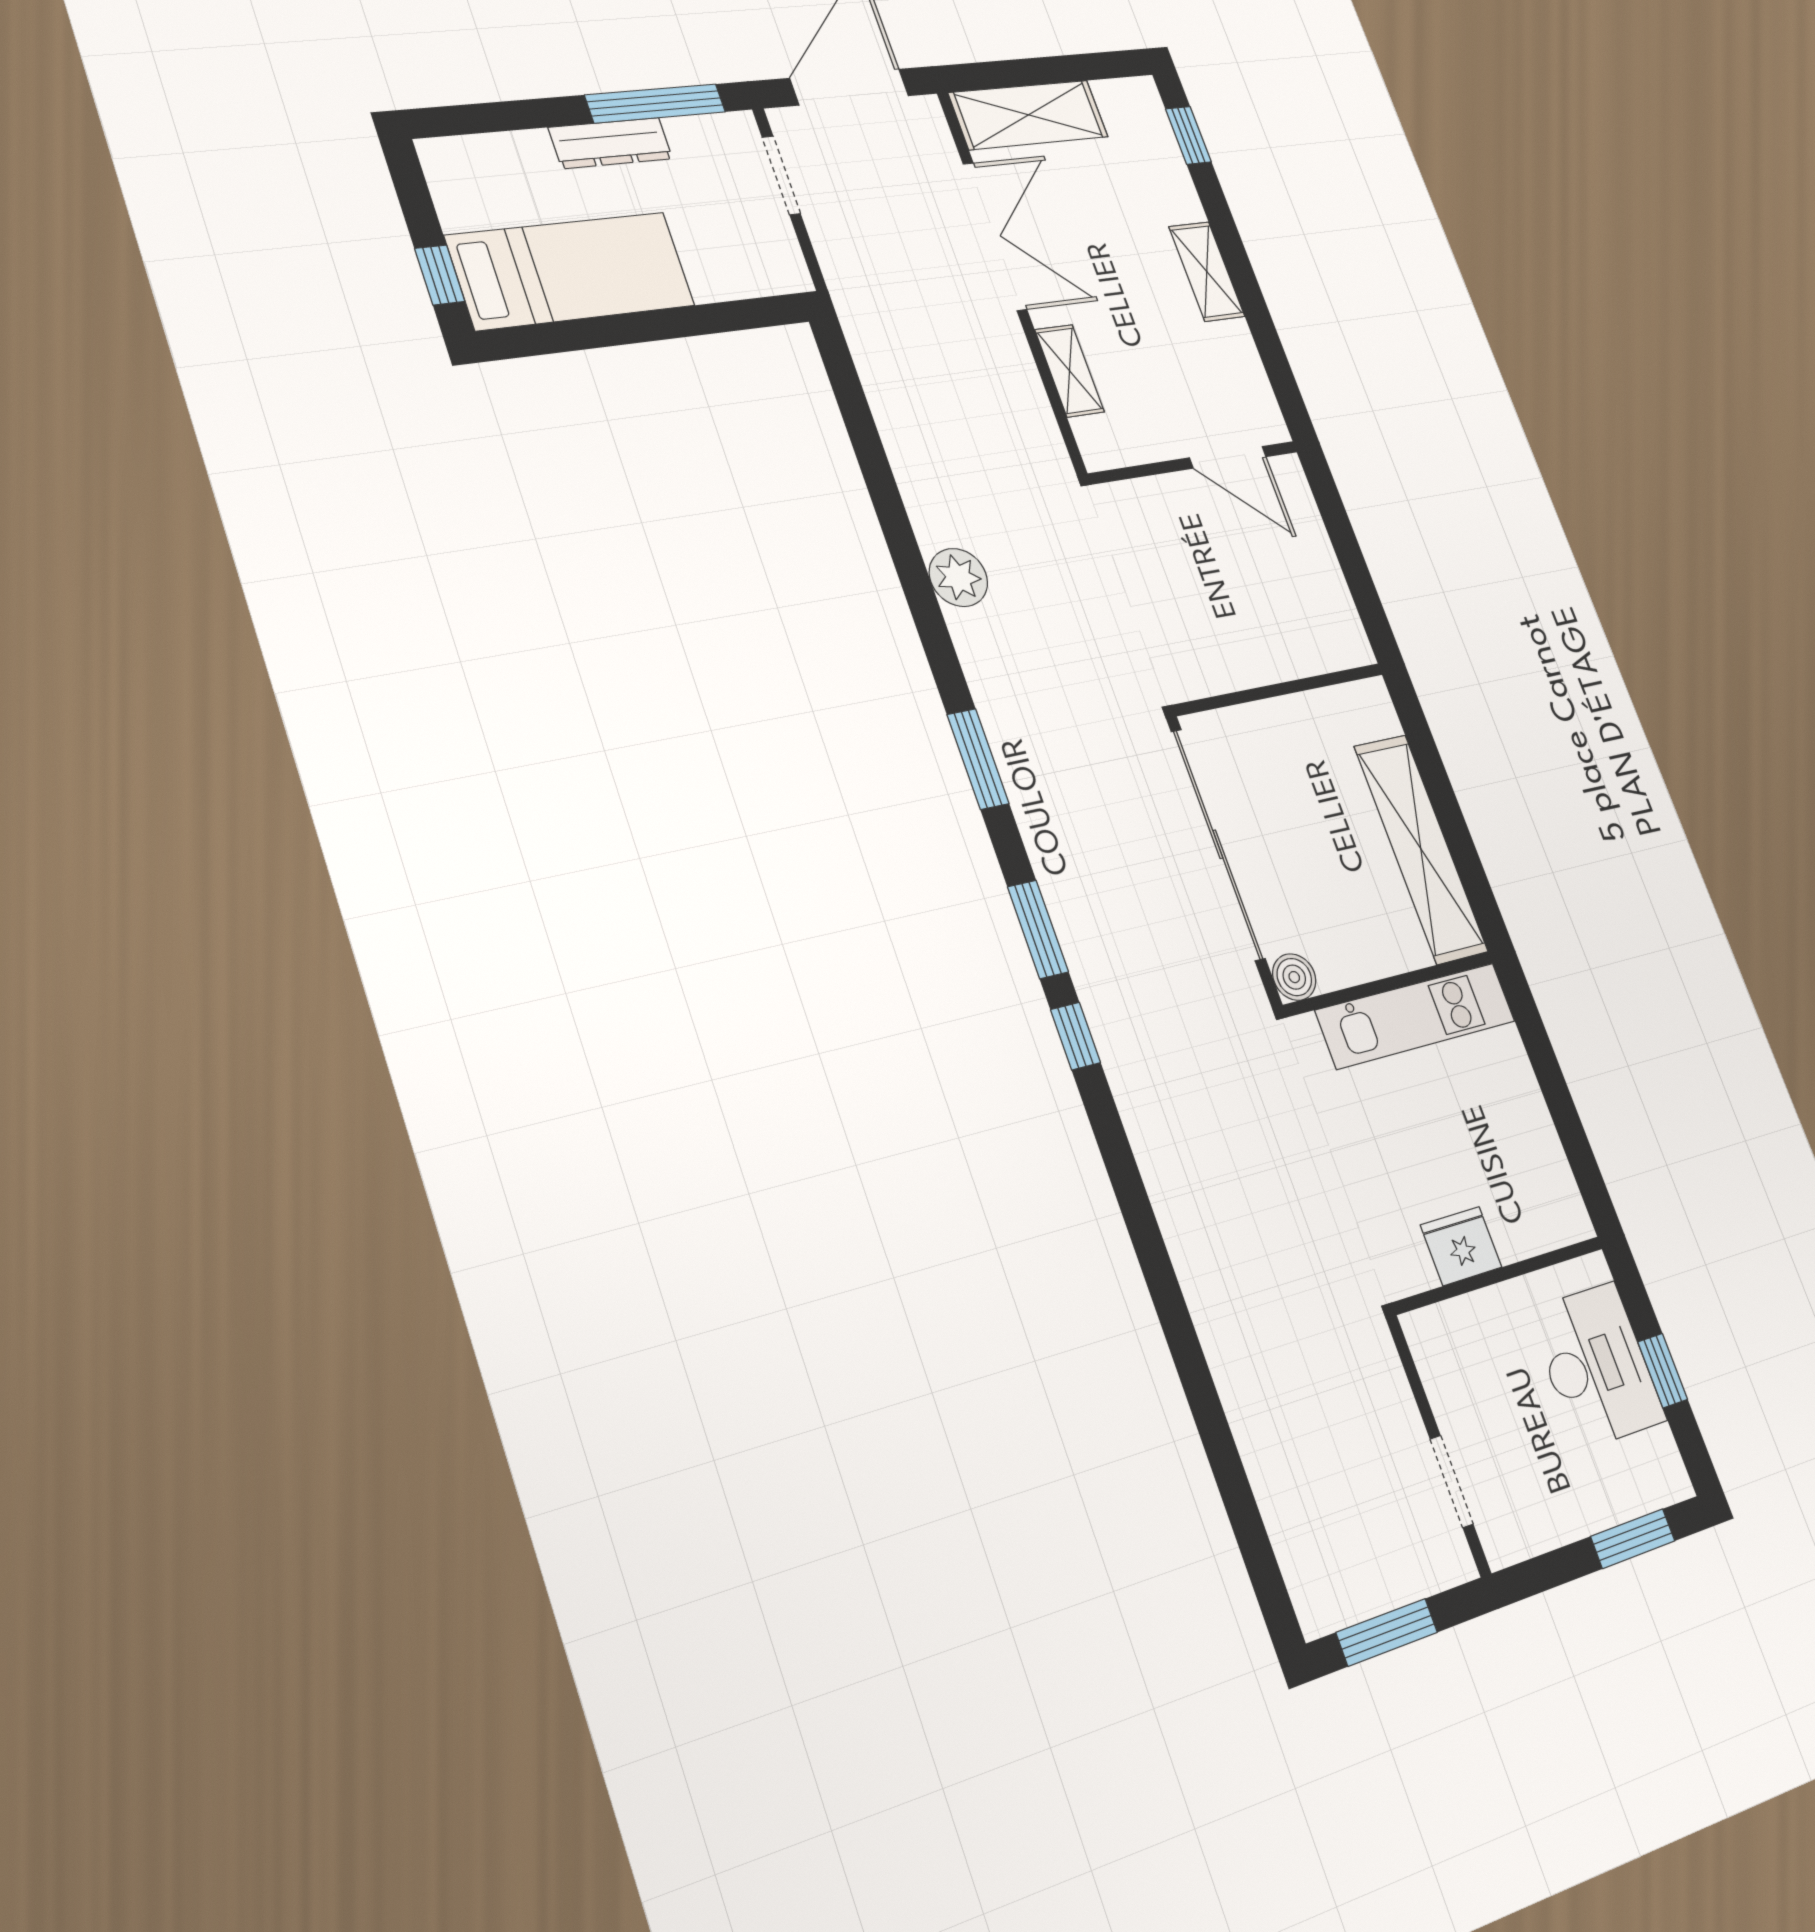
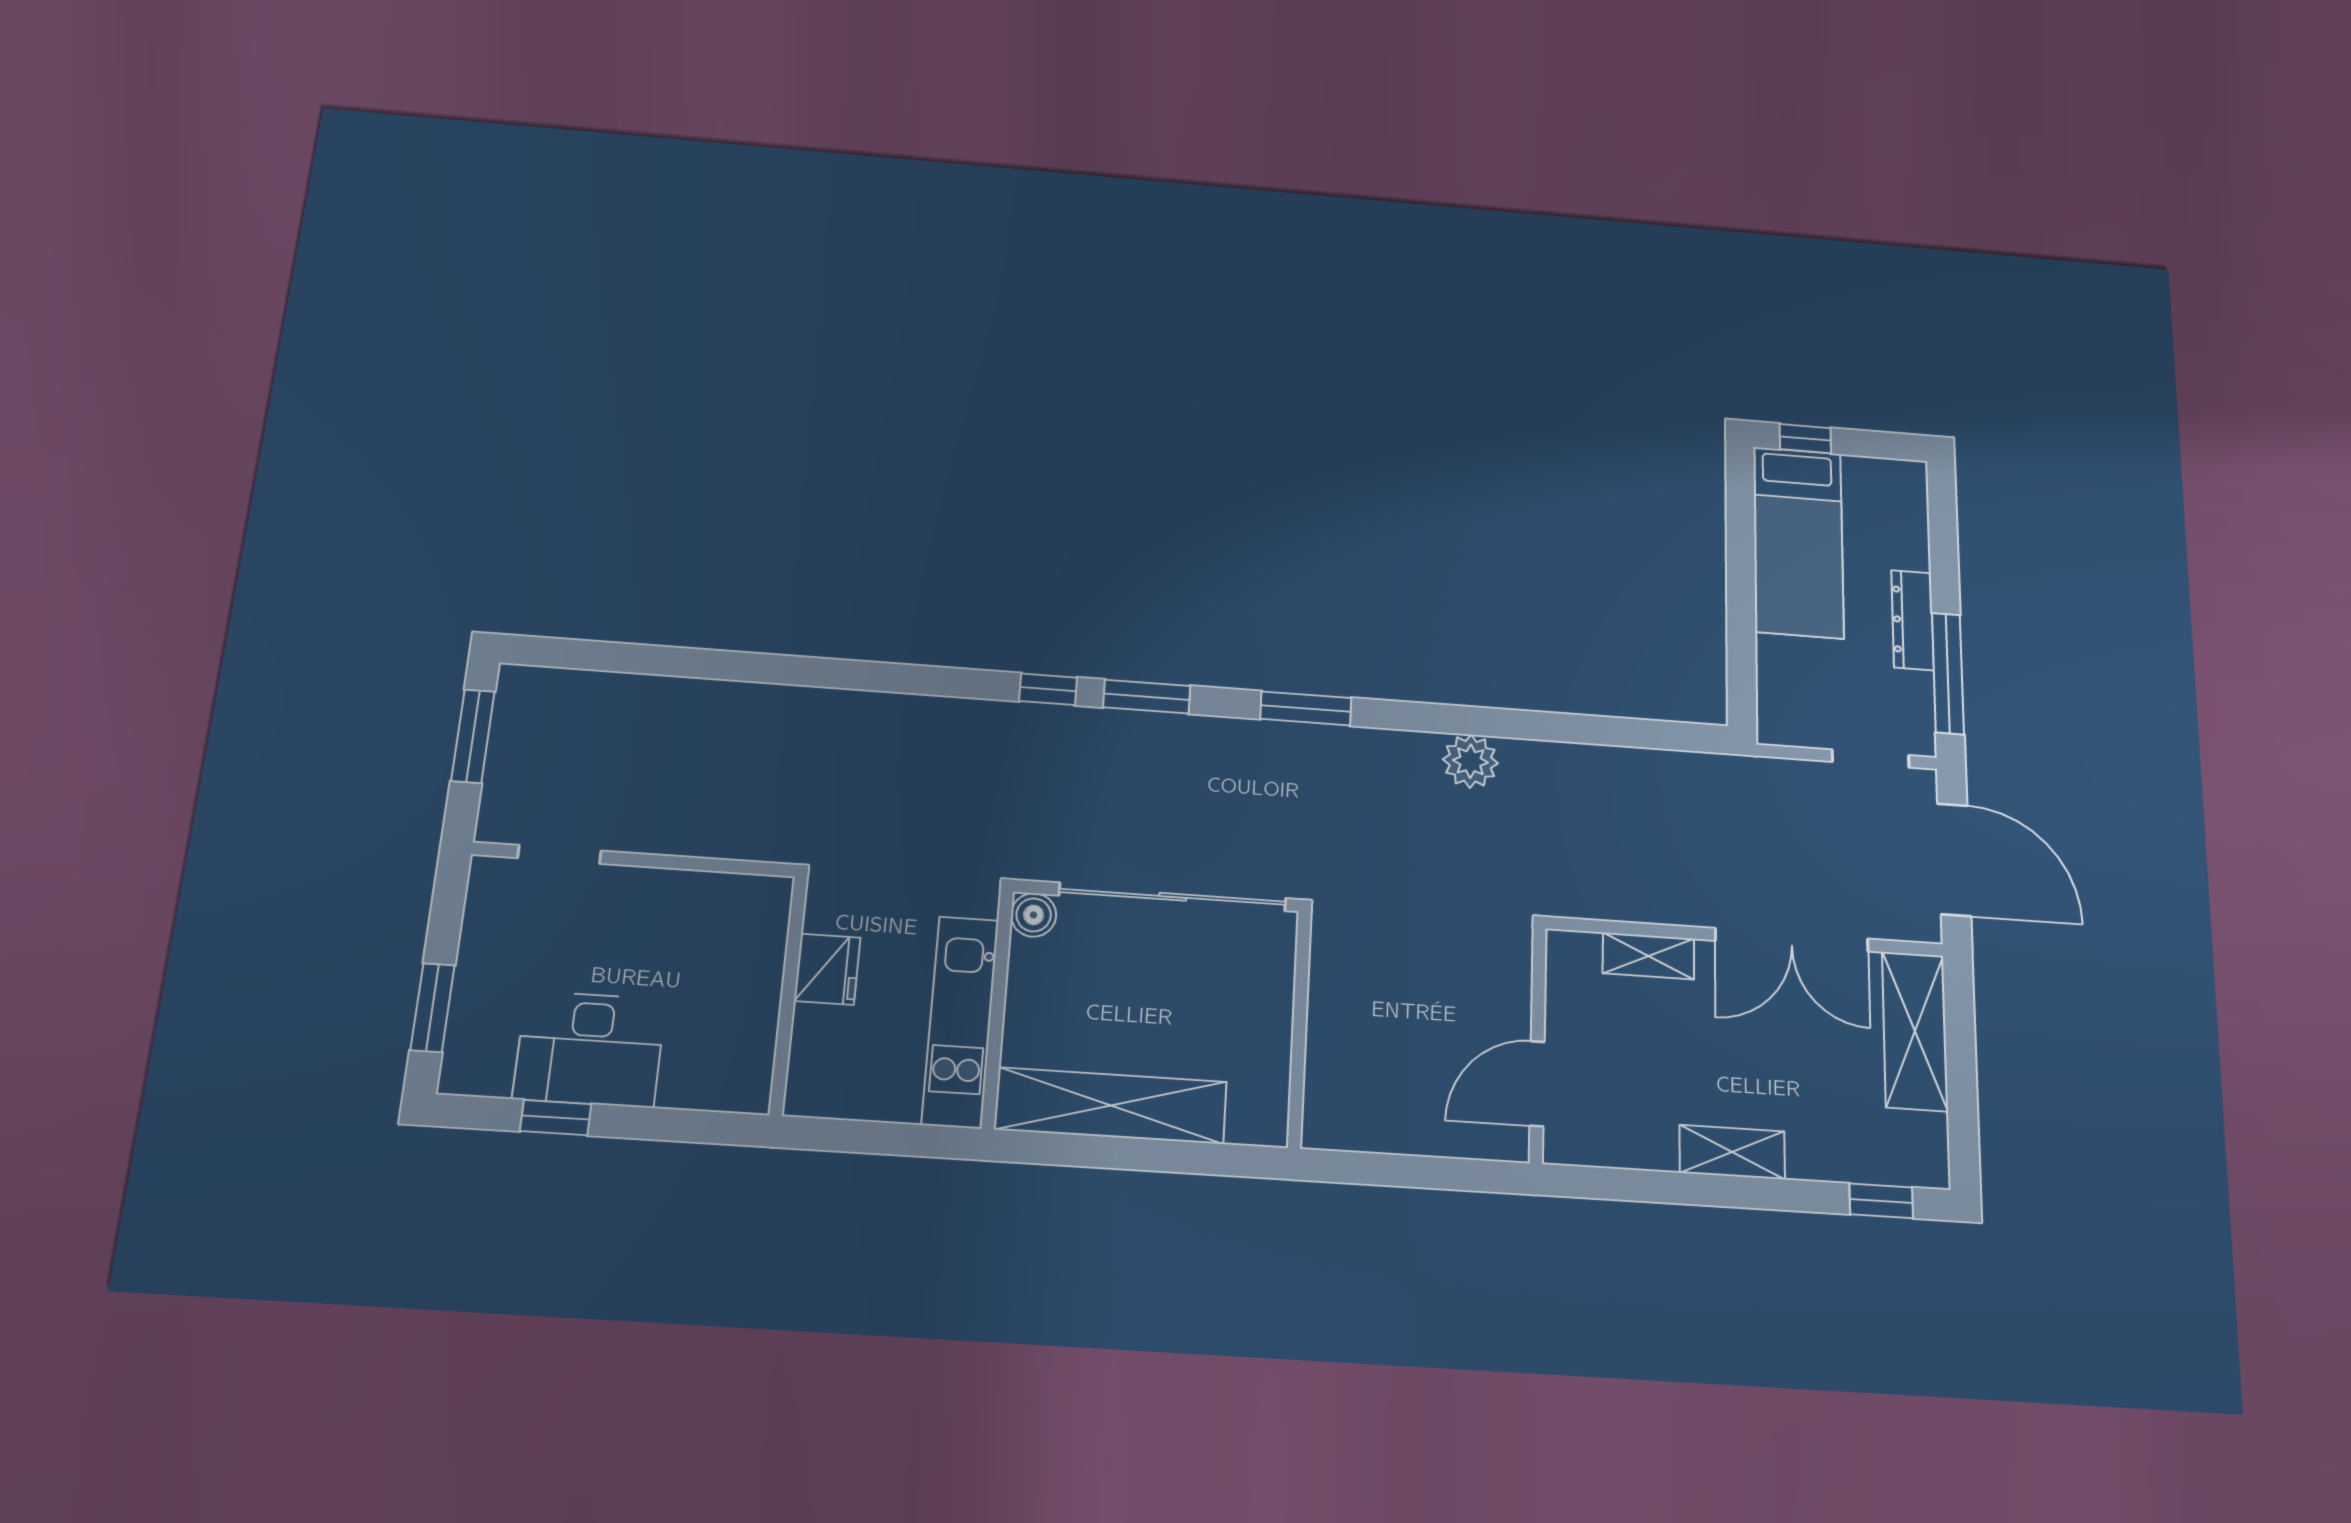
fridge: (1461, 1246) -> (827, 969), moved
wall: (1499, 1275) -> (788, 995), moved

